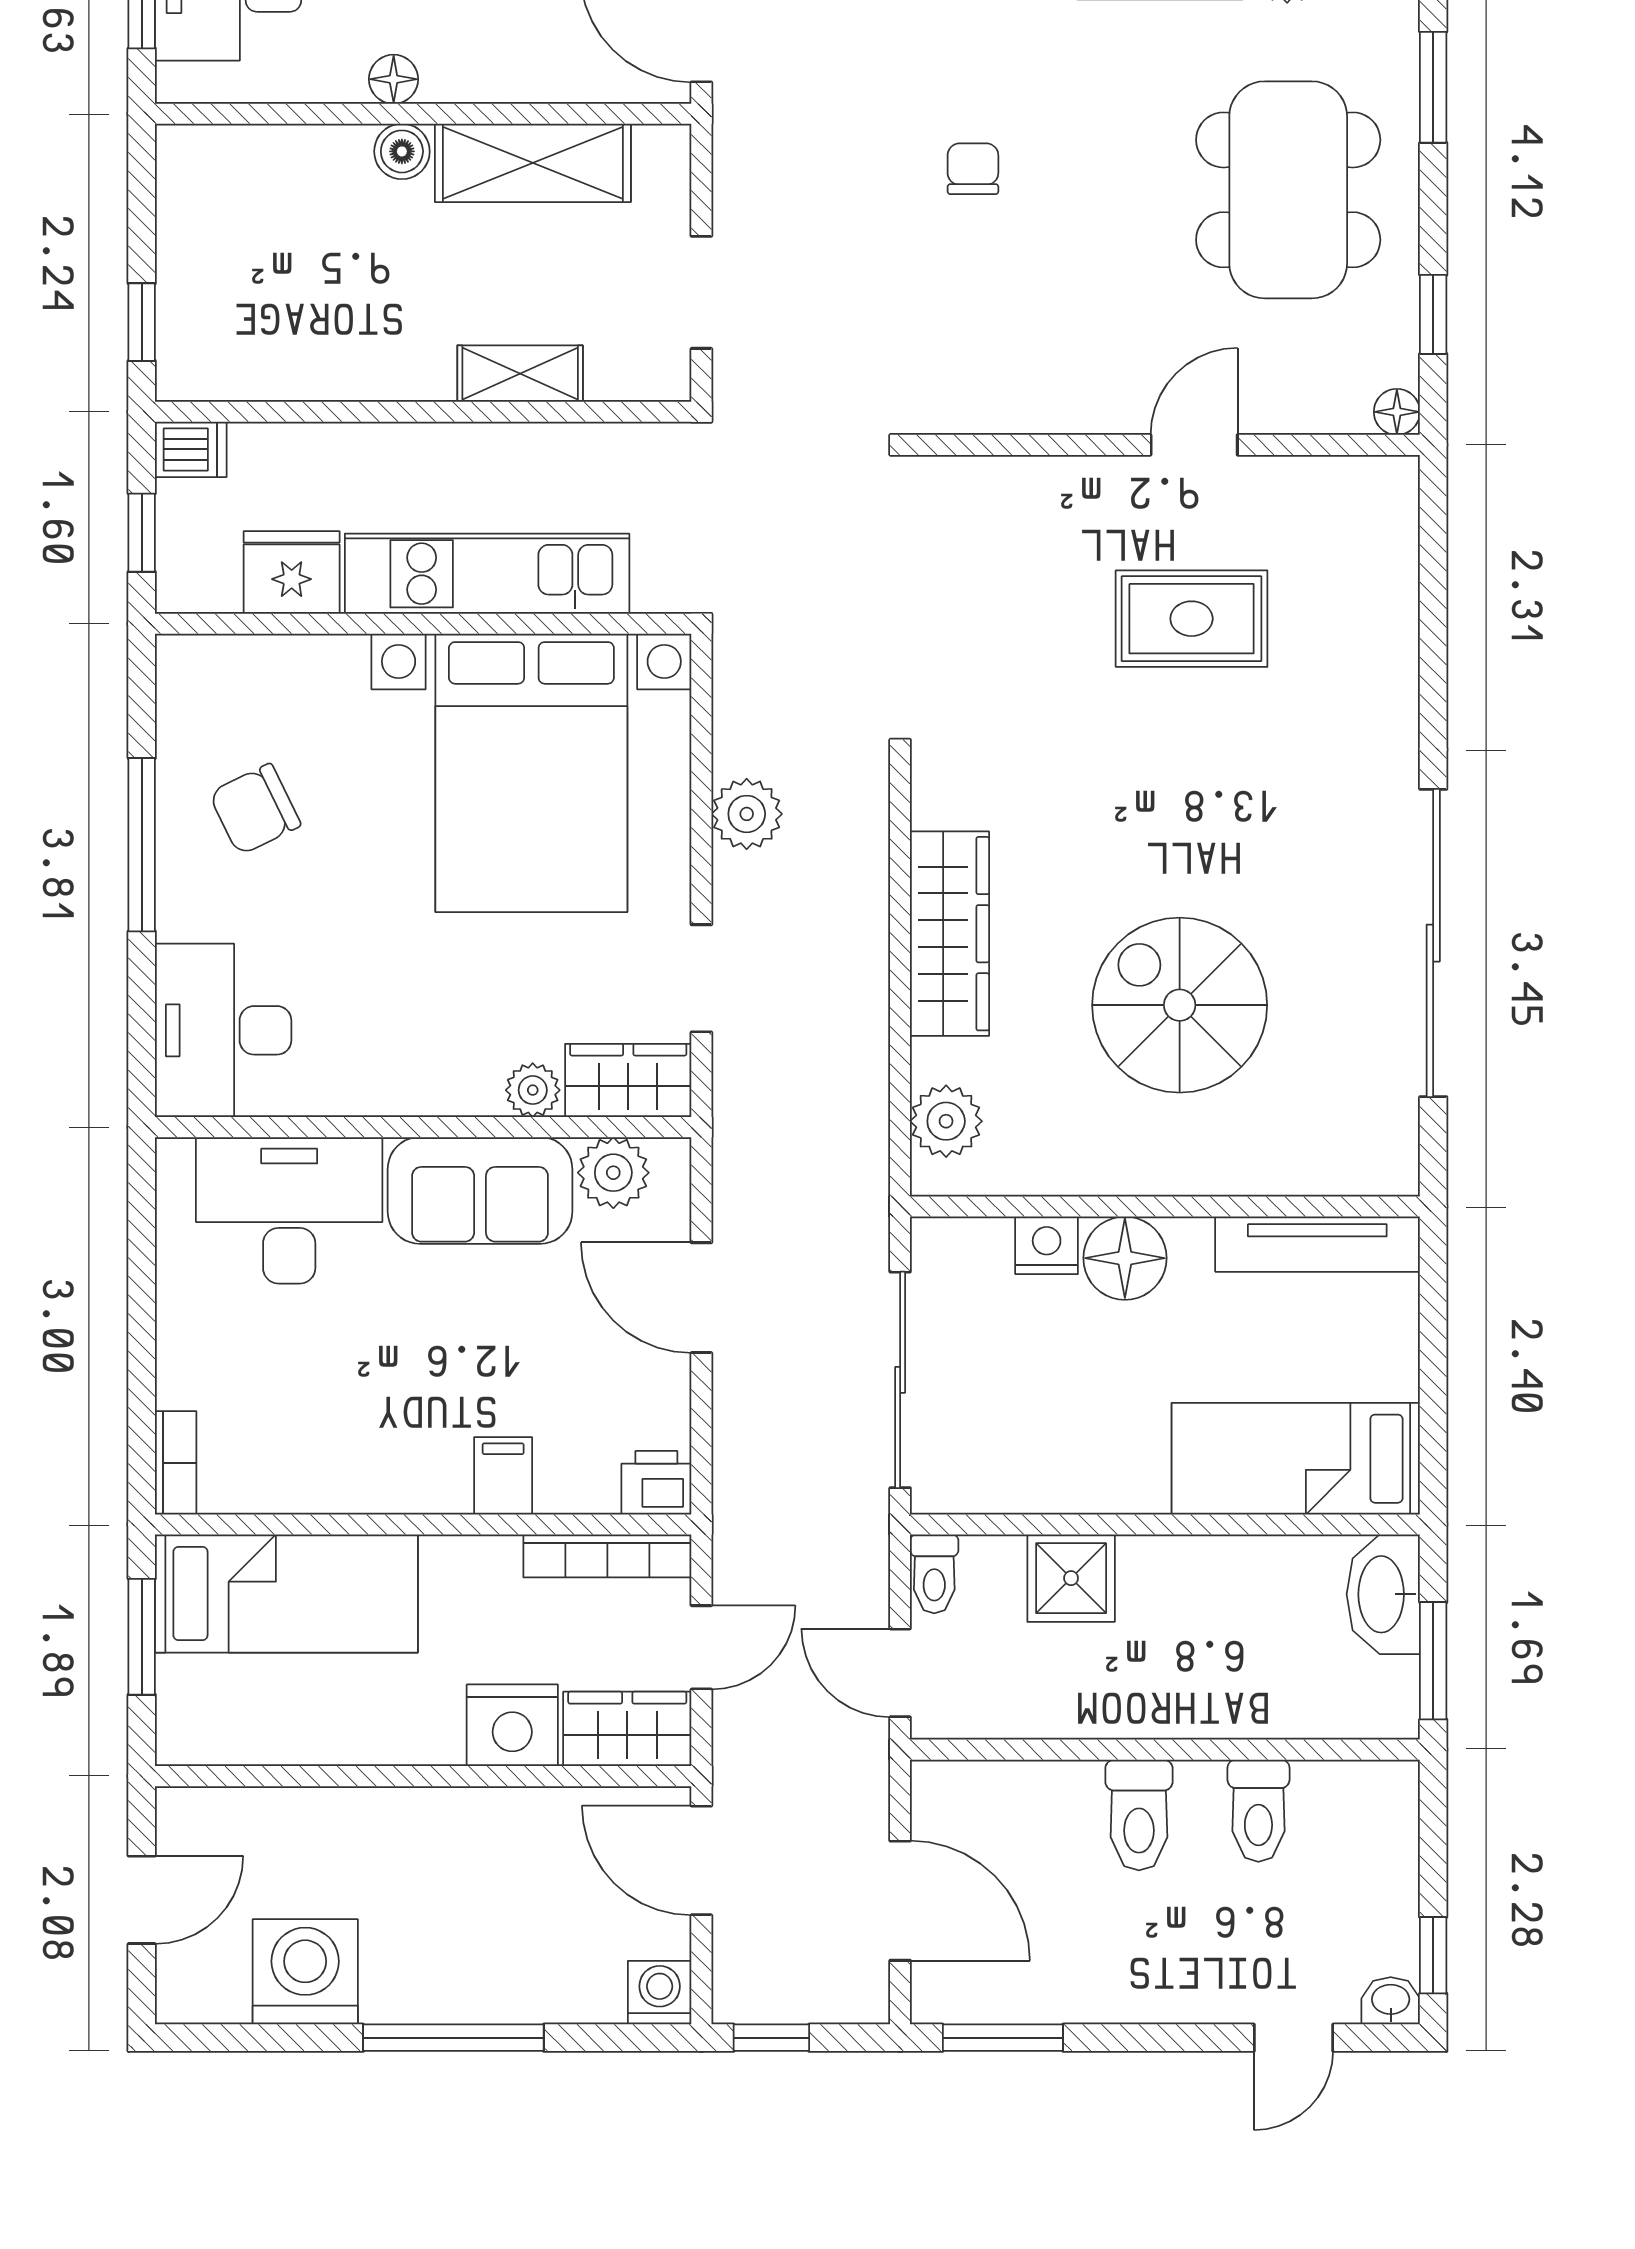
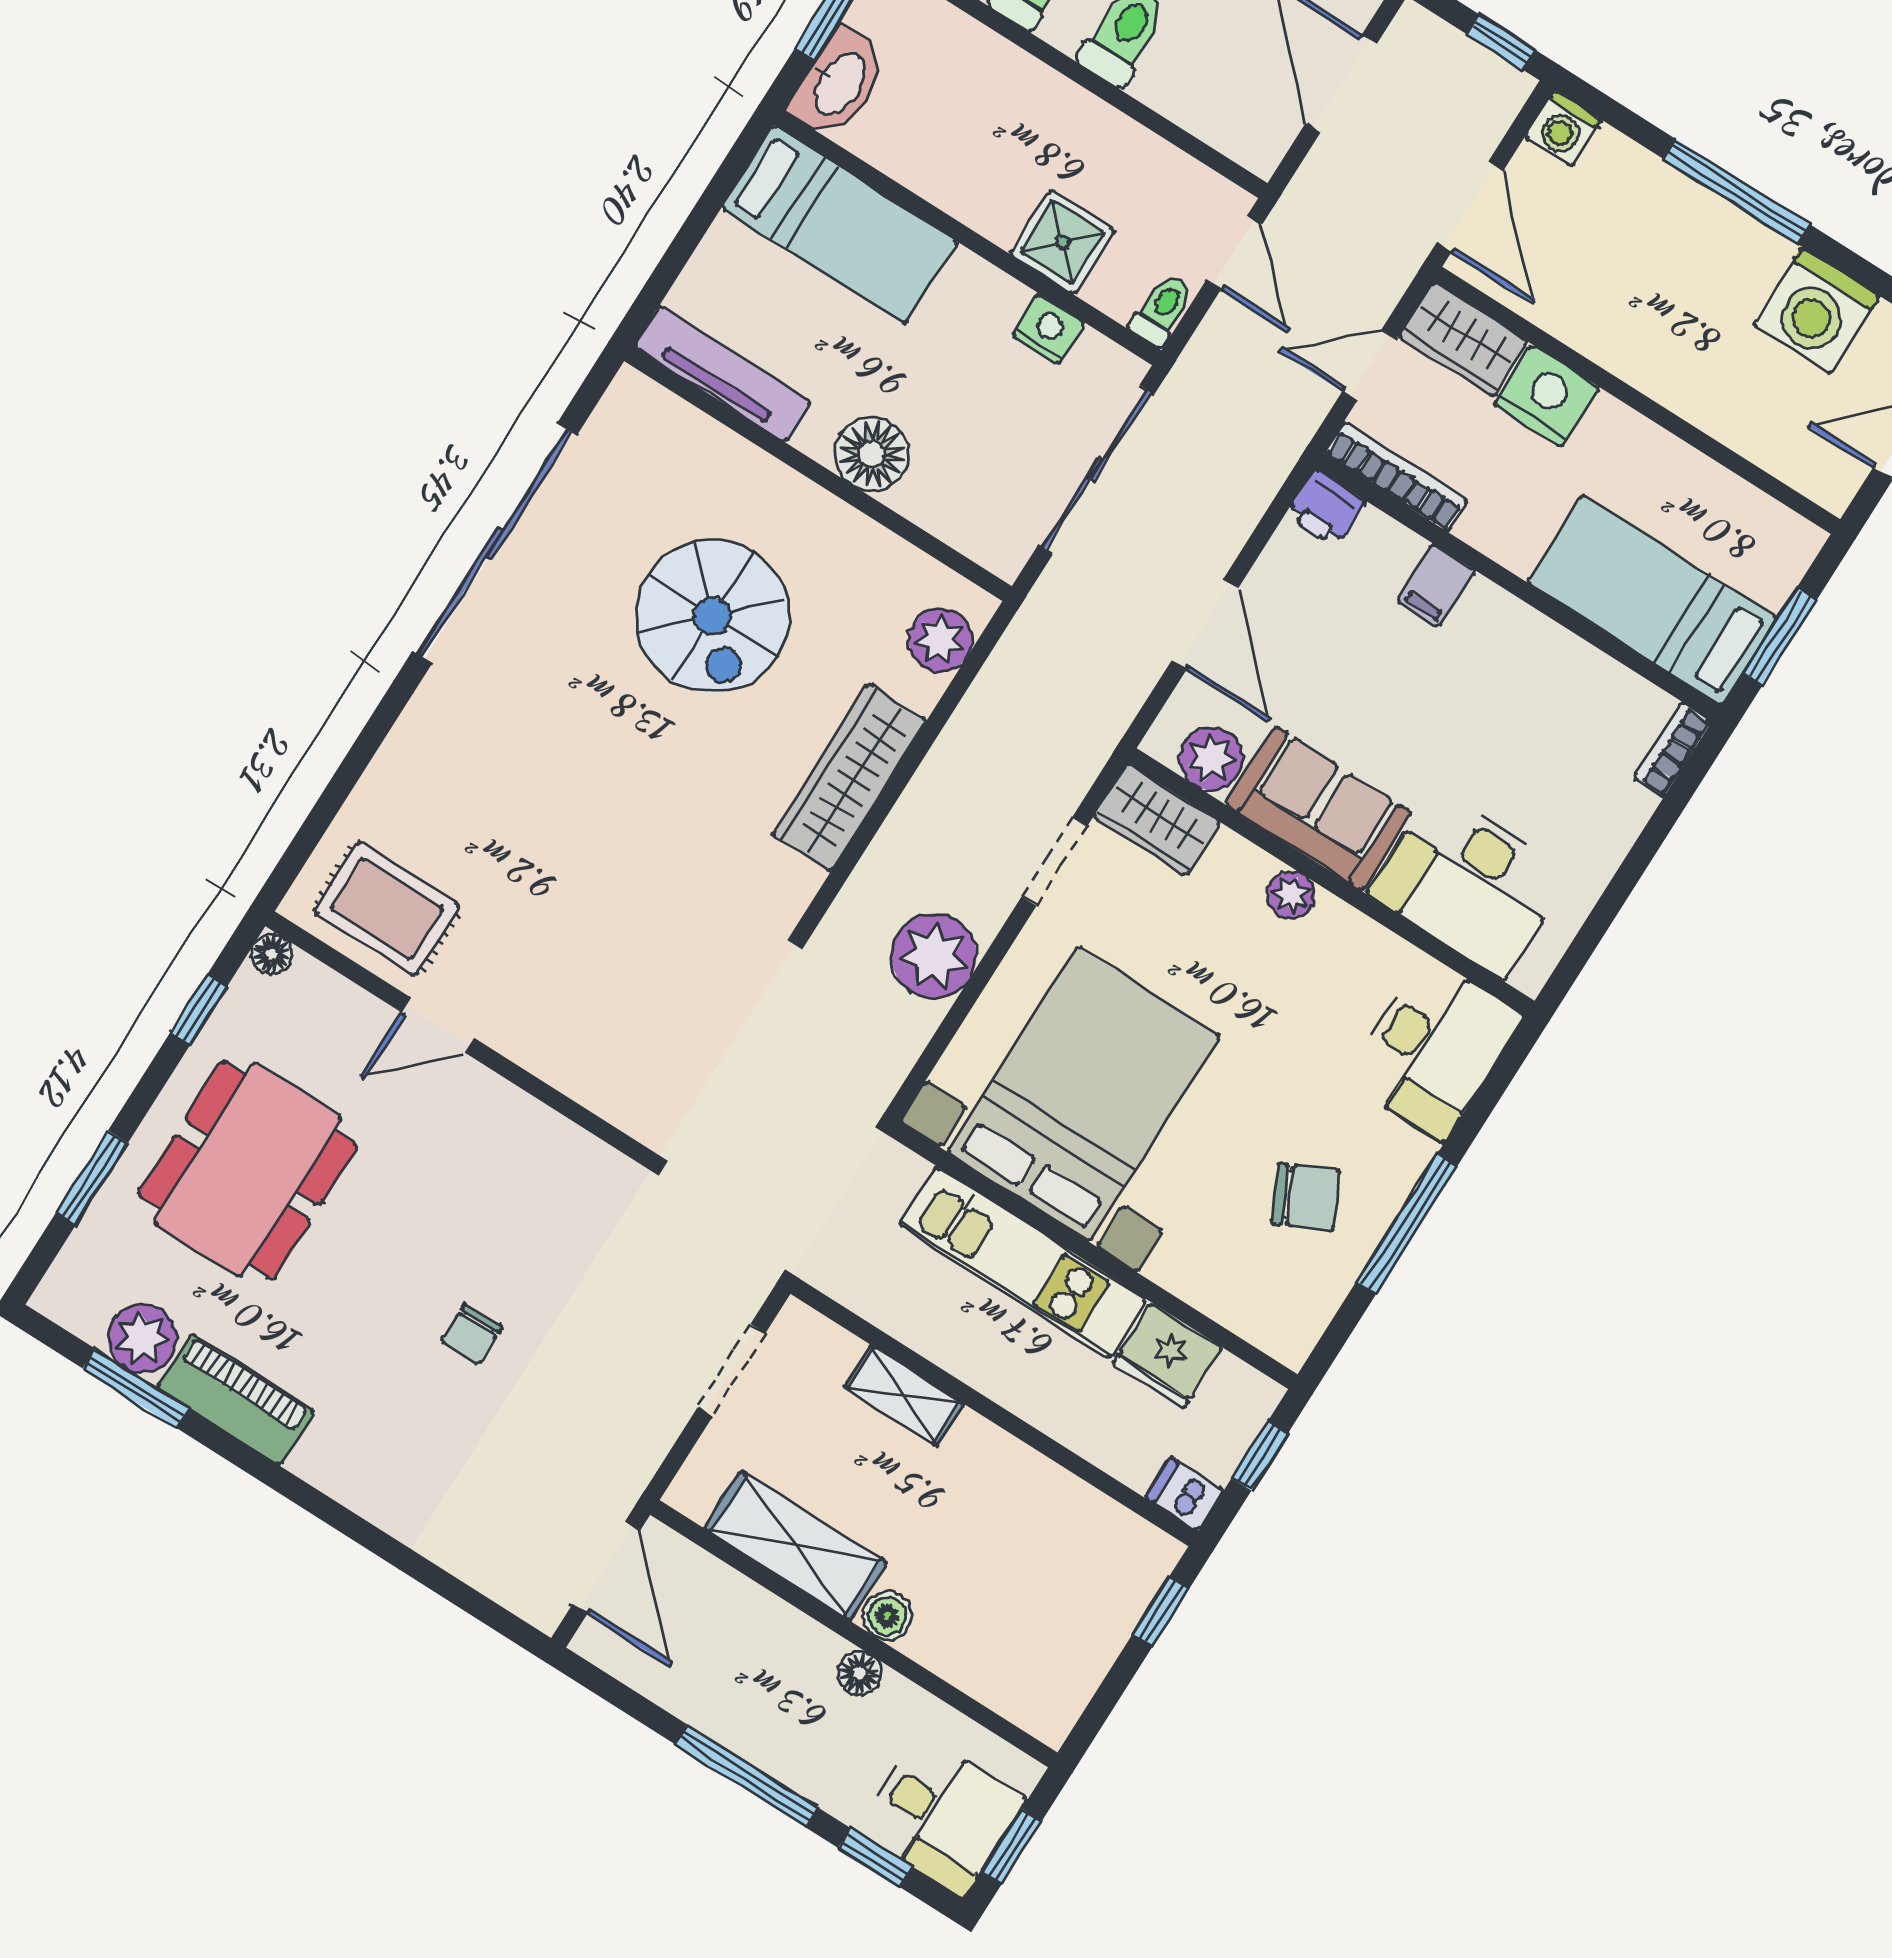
rug: (1192, 619) -> (387, 909), moved
plant: (747, 814) -> (934, 956), width x1.36, depth x1.36
plant: (533, 1090) -> (1291, 895), moved
nightstand: (1047, 1245) -> (1048, 329), moved, turned 180

